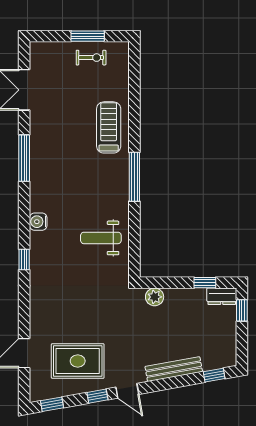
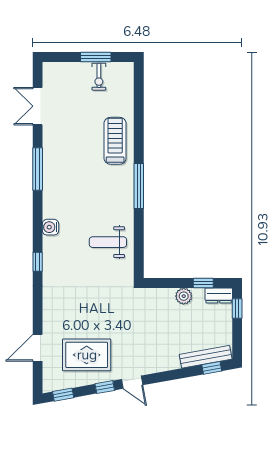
exercise bike: (91, 58) -> (99, 77), turned 90
plant: (155, 297) -> (184, 296), moved
bench: (174, 369) -> (206, 357), moved

